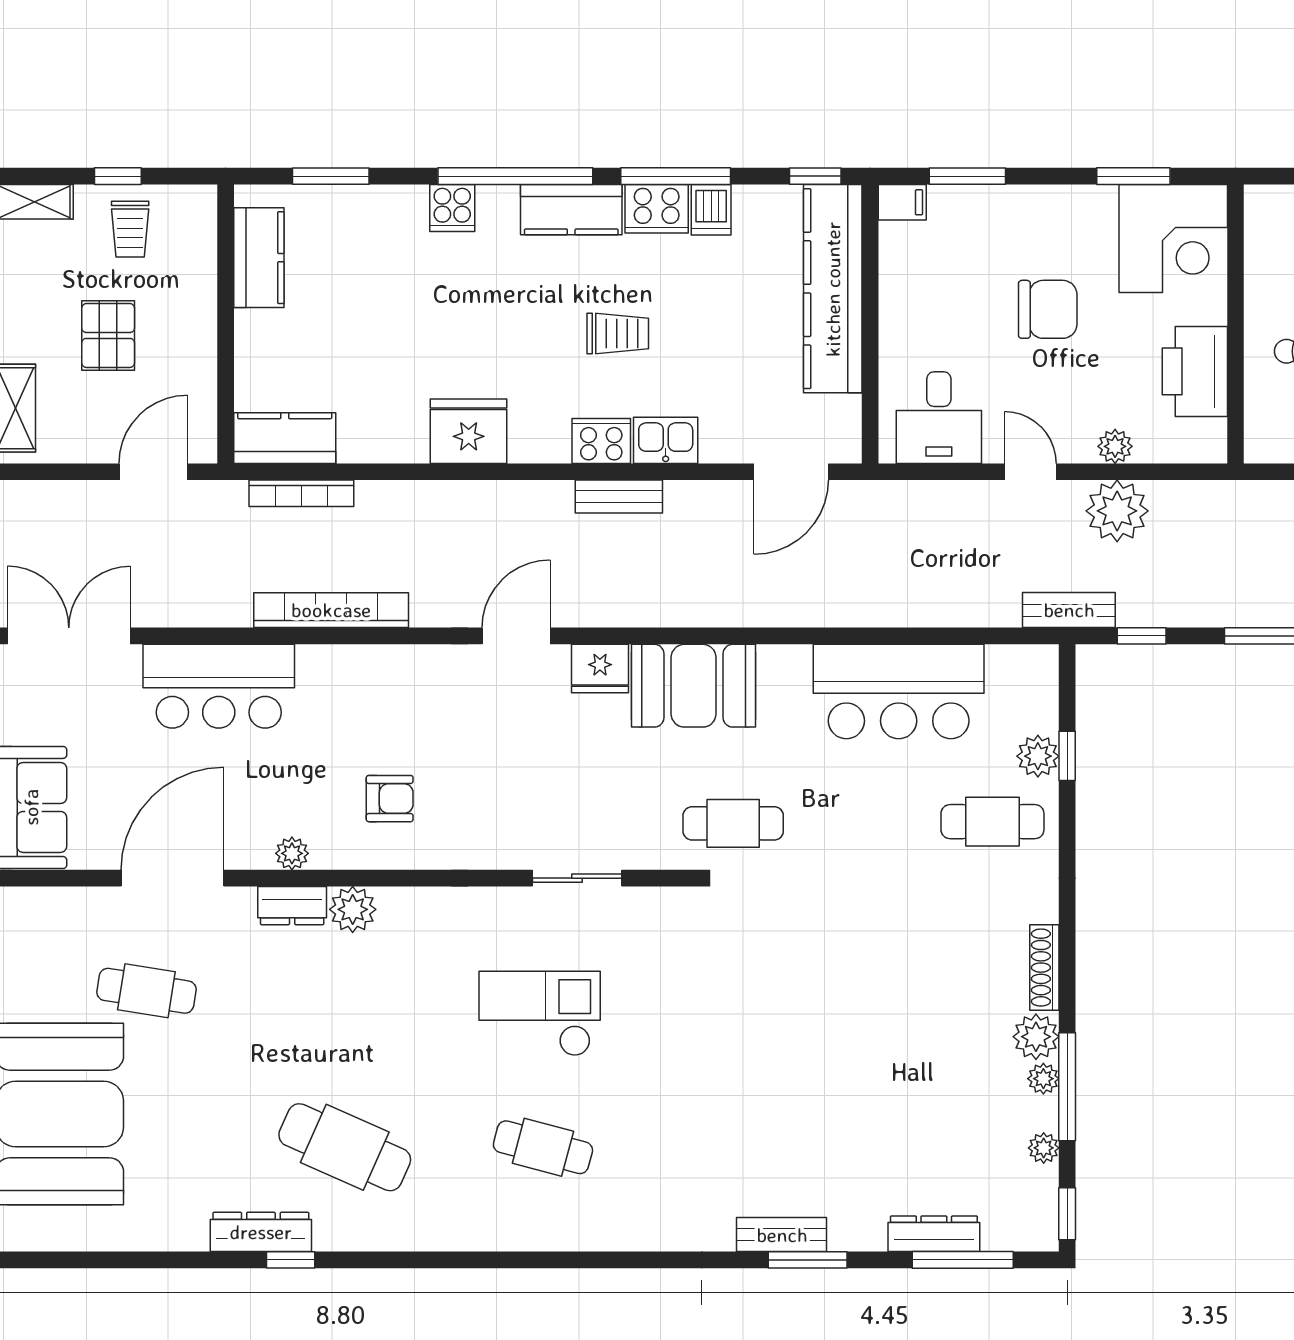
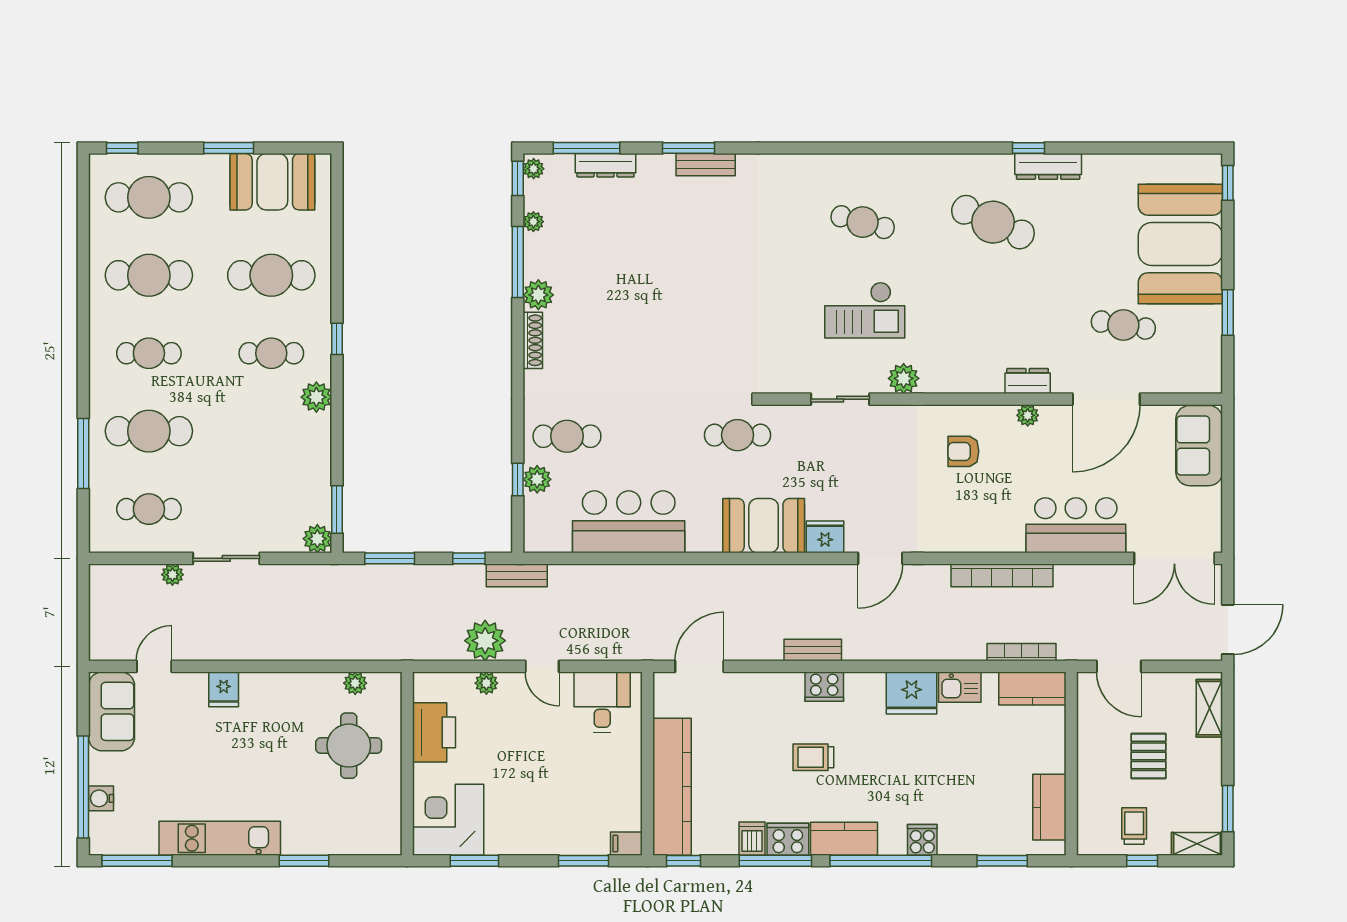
chair: (1048, 309) -> (531, 773), removed
kitchen sink: (666, 440) -> (960, 687), moved
door: (153, 472) -> (1119, 666), hinge flipped
plant: (353, 909) -> (904, 378), moved
plant: (1043, 1079) -> (534, 169), moved

